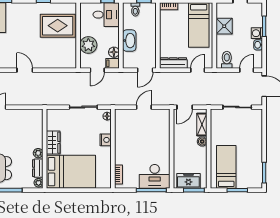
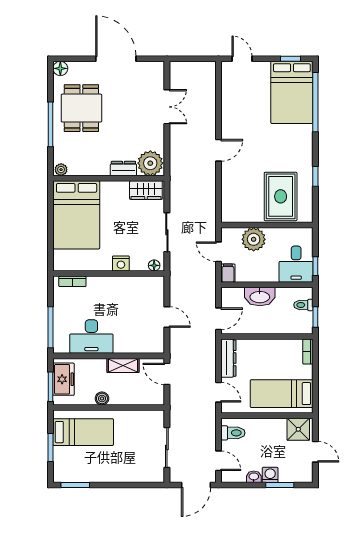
shower: (224, 26) -> (298, 429), moved
floor lamp: (114, 52) -> (244, 275), removed
door: (145, 70) -> (219, 319), swing flipped
shelving: (202, 124) -> (123, 365), moved
boiler: (202, 141) -> (102, 398), moved
wardrobe: (53, 143) -> (146, 190), moved
plant: (38, 153) -> (150, 163), moved, width x1.88, depth x1.88
dresser: (38, 168) -> (123, 169), moved
desk: (155, 176) -> (91, 337), moved, turned -90

